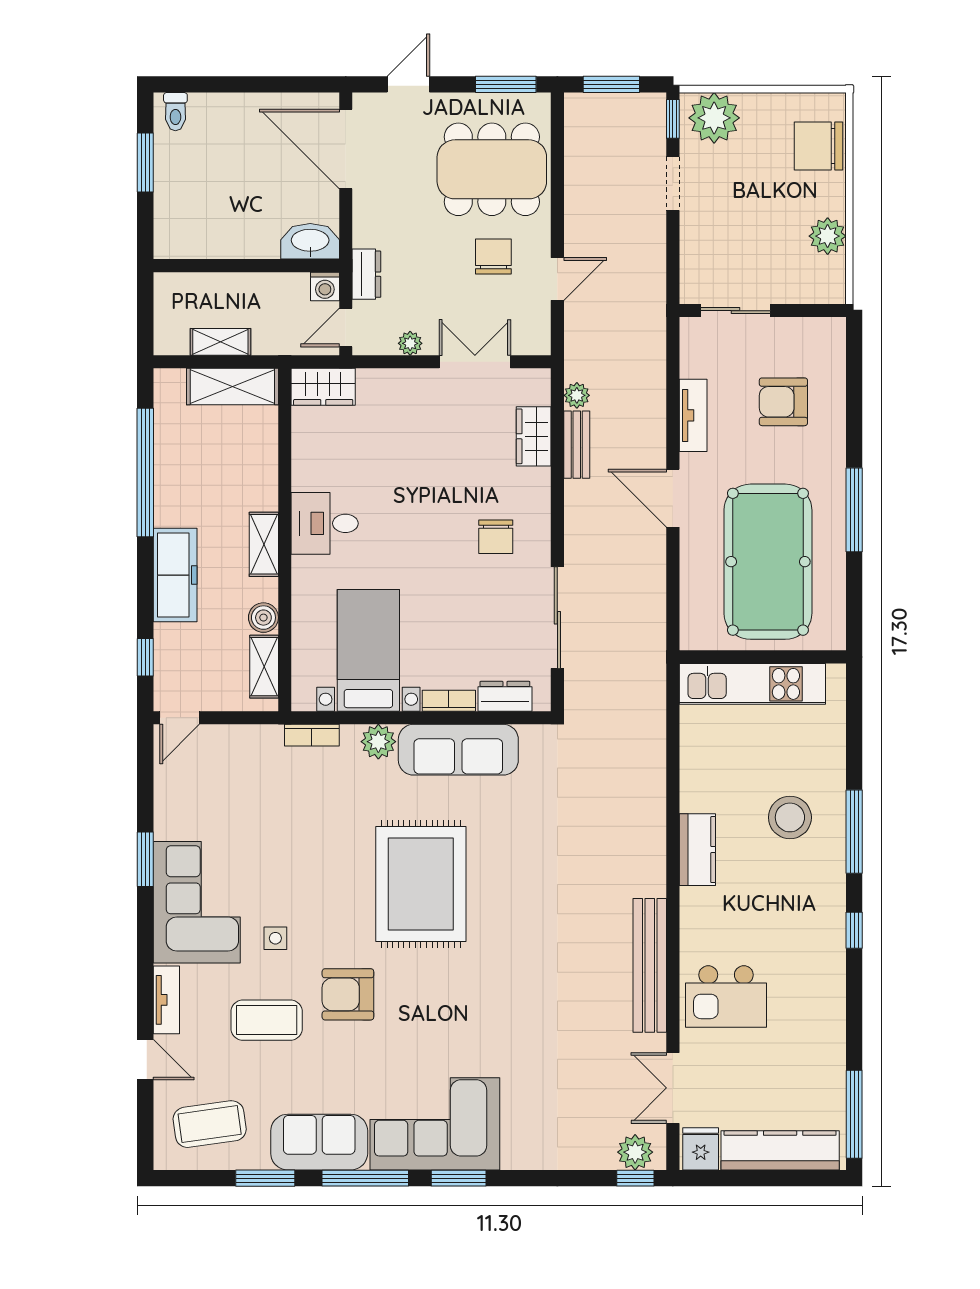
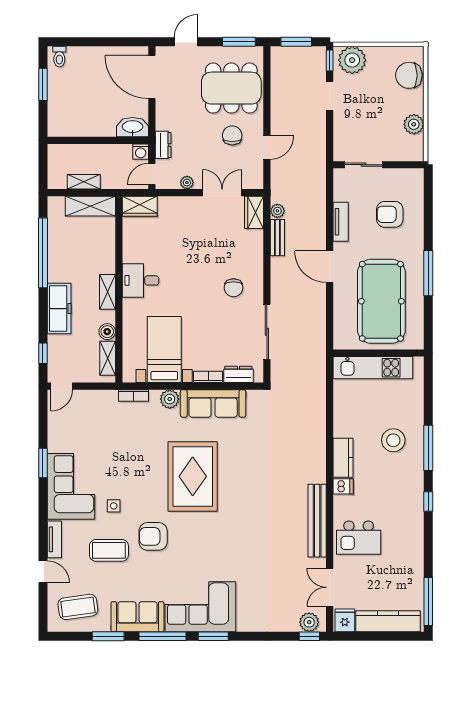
wardrobe: (534, 436) -> (254, 212), moved
dishwasher: (698, 902) -> (343, 486), added

